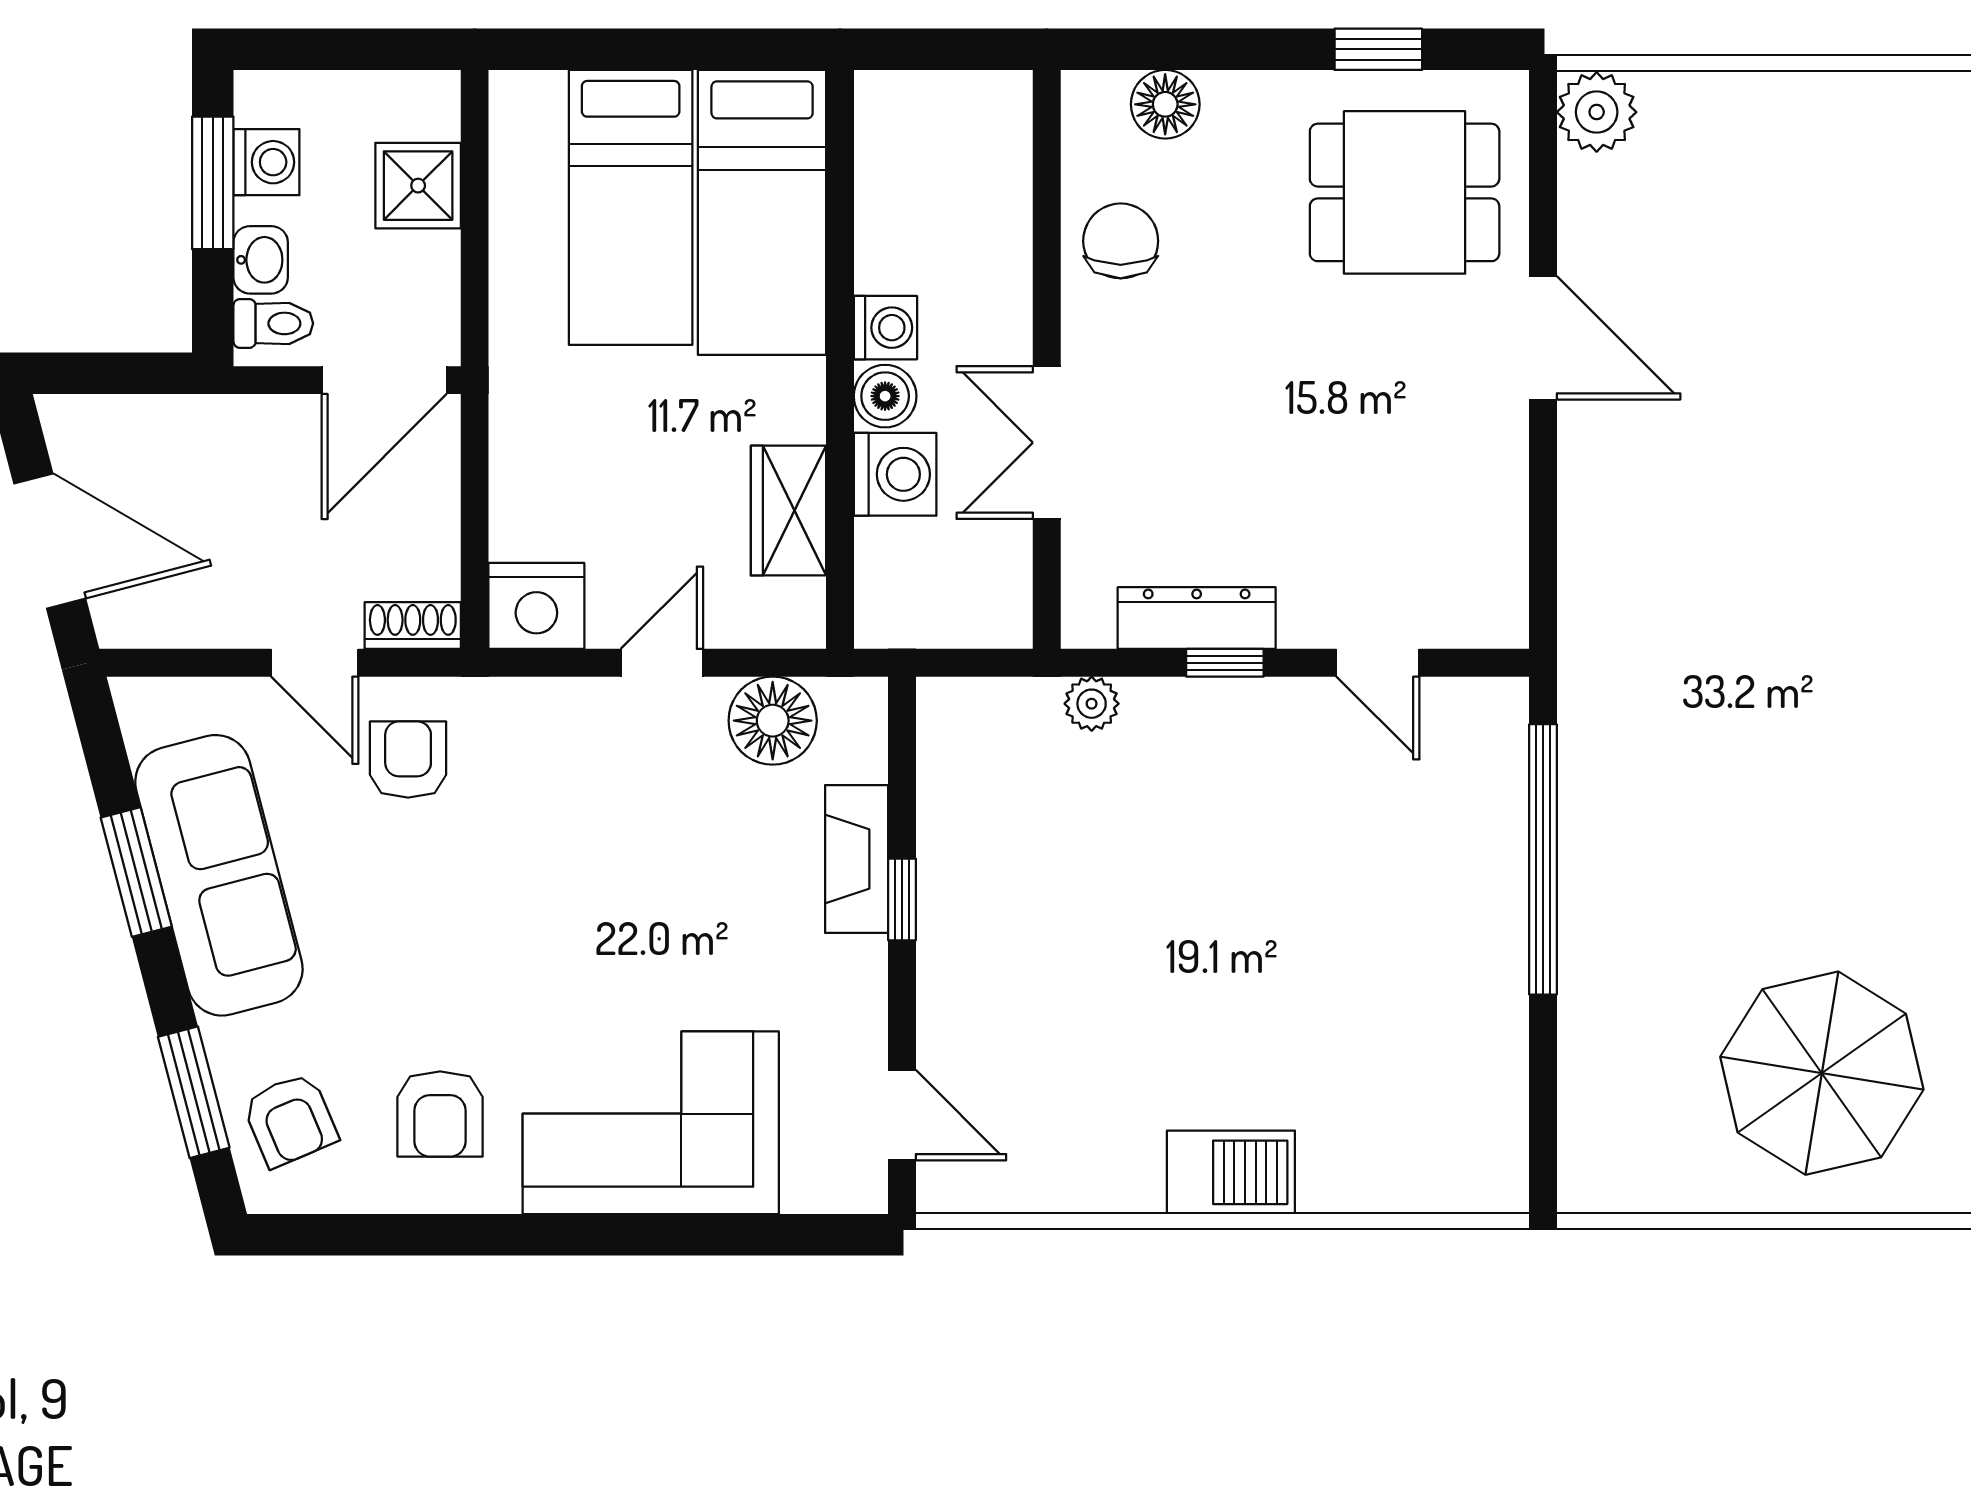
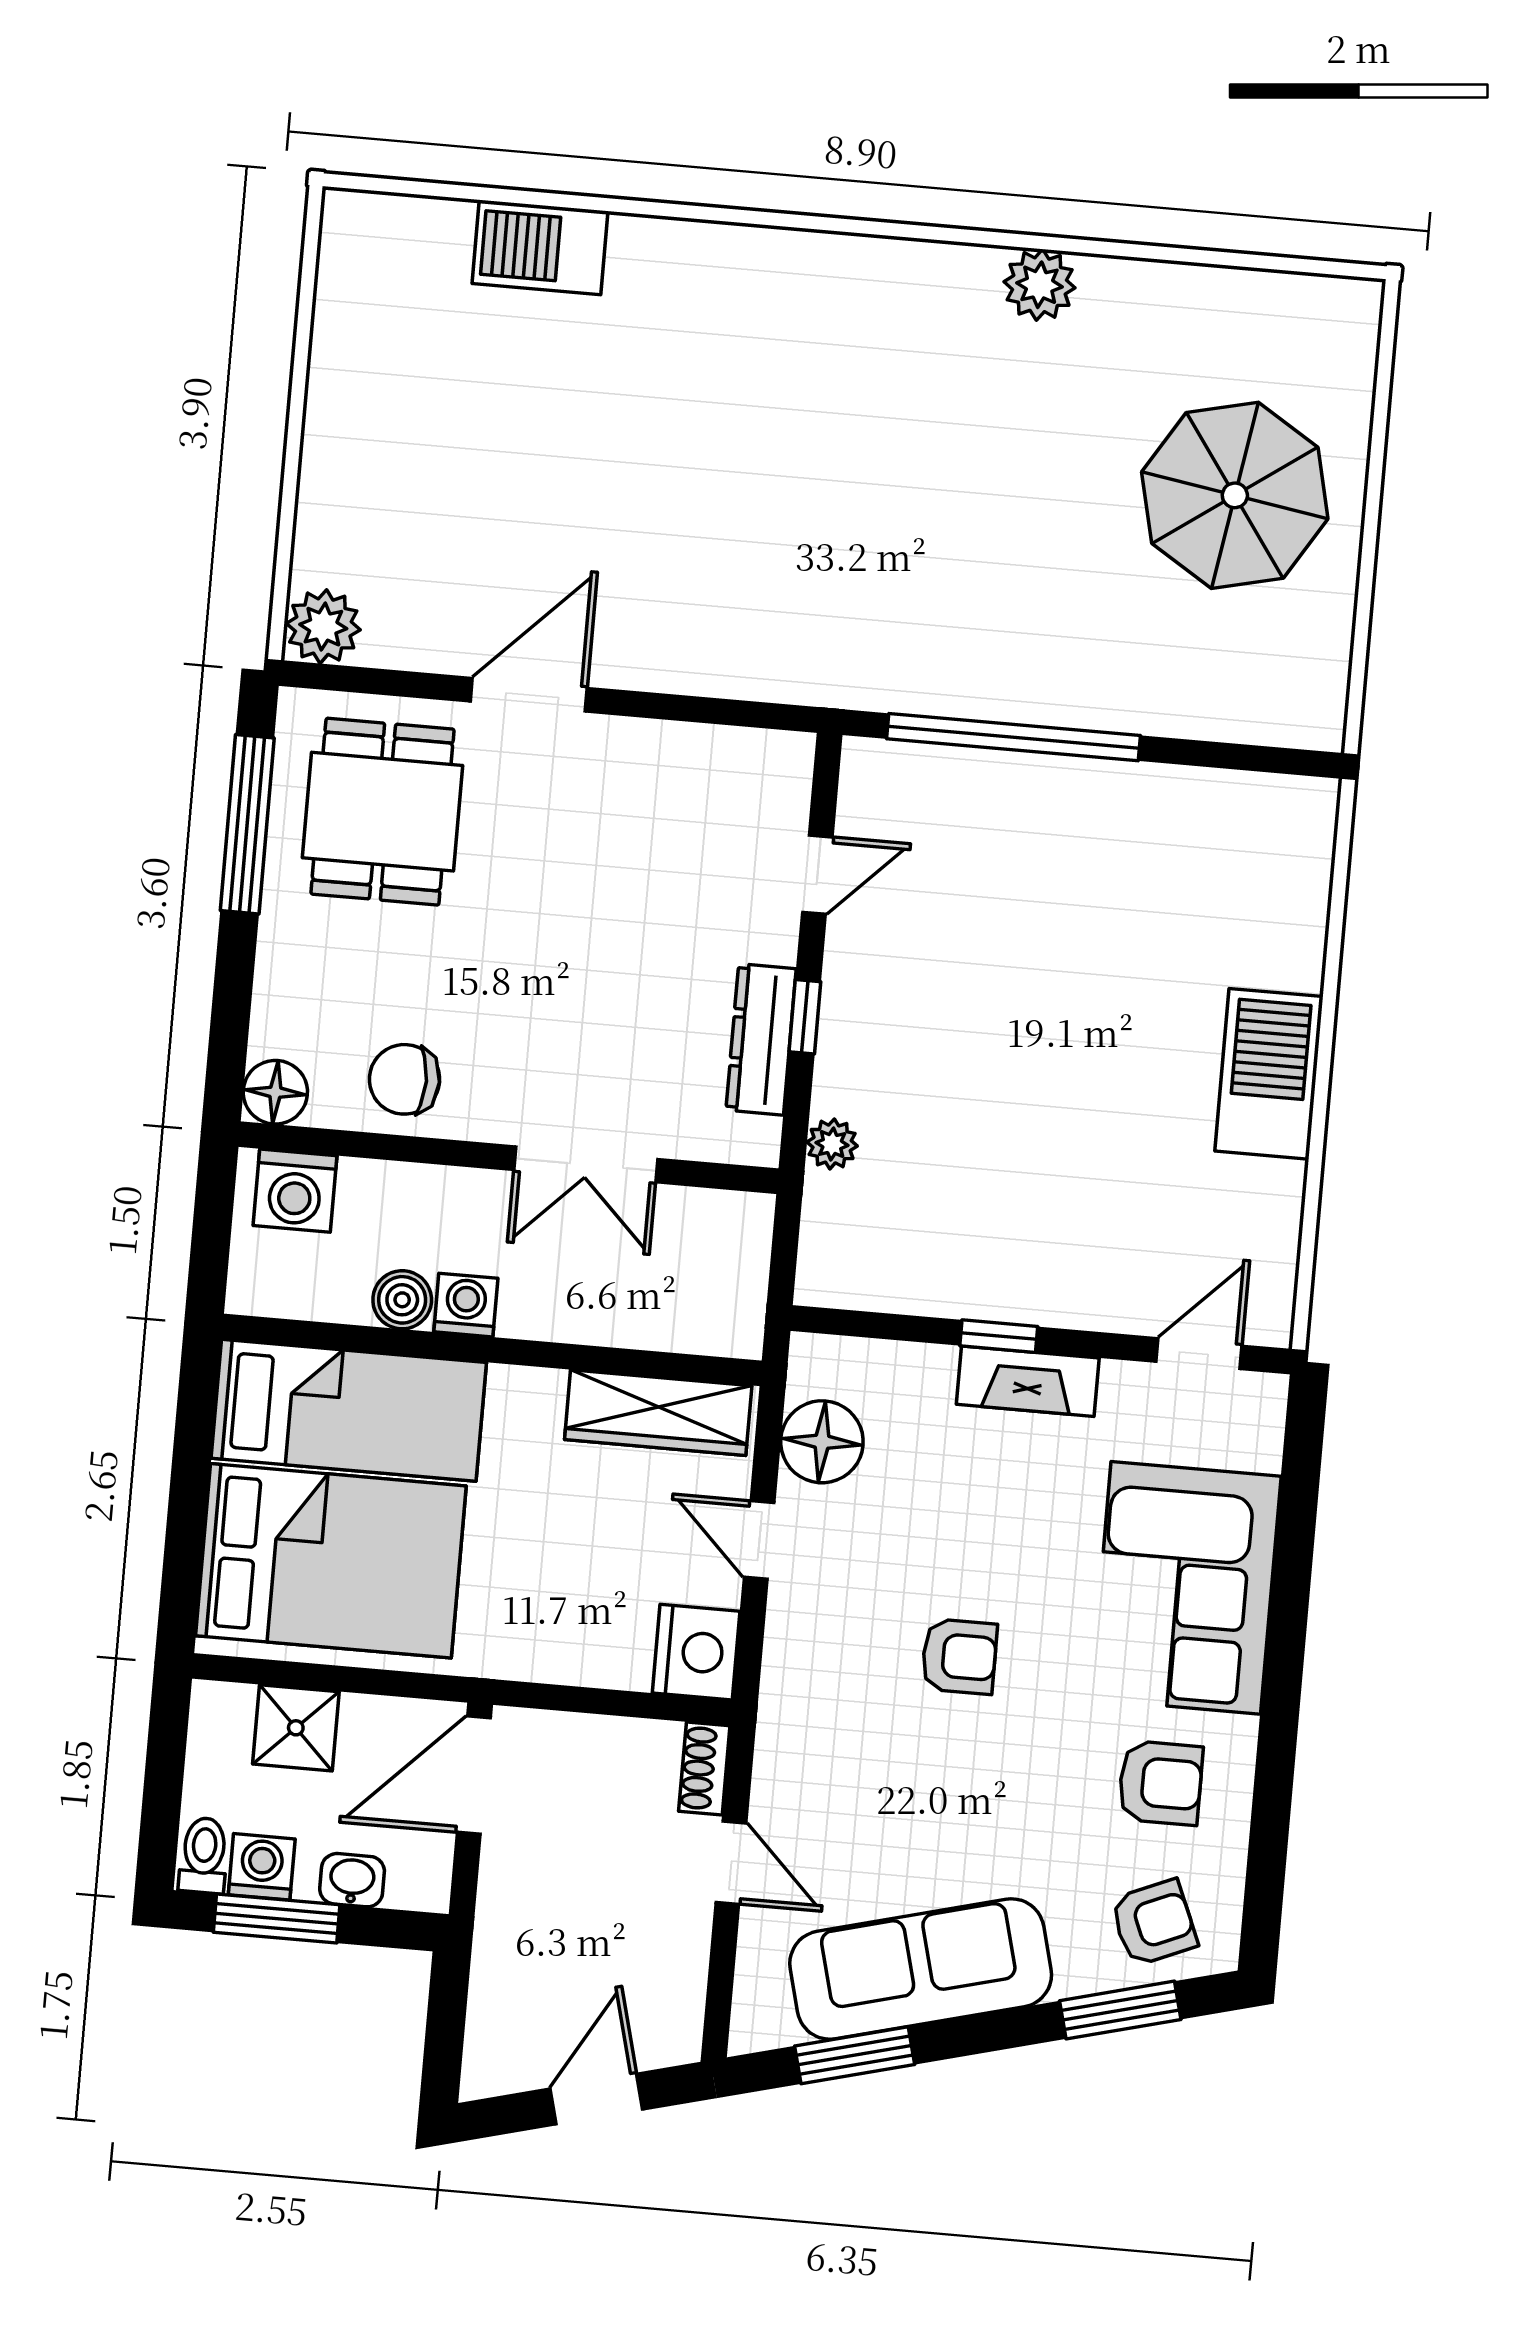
window: (1378, 49) -> (247, 824), width x2.17
floor lamp: (1165, 104) -> (275, 1092), moved
bed: (631, 207) -> (331, 1561), width x1.50
toilet: (273, 323) -> (204, 1855), moved
door: (384, 380) -> (474, 1775), swing flipped
boiler: (885, 396) -> (402, 1300), moved
washing machine: (895, 474) -> (295, 1191), moved, turned 180
wardrobe: (789, 511) -> (658, 1413), width x1.50
door: (50, 541) -> (596, 2099), width x0.73
door: (315, 663) -> (731, 1863), hinge flipped
armchair: (408, 760) -> (959, 1656), moved, turned 180
fireplace: (857, 859) -> (1028, 1381), moved
window: (136, 872) -> (855, 2055), moved
barbecue: (1231, 1172) -> (1269, 1074), width x1.37, depth x1.21

